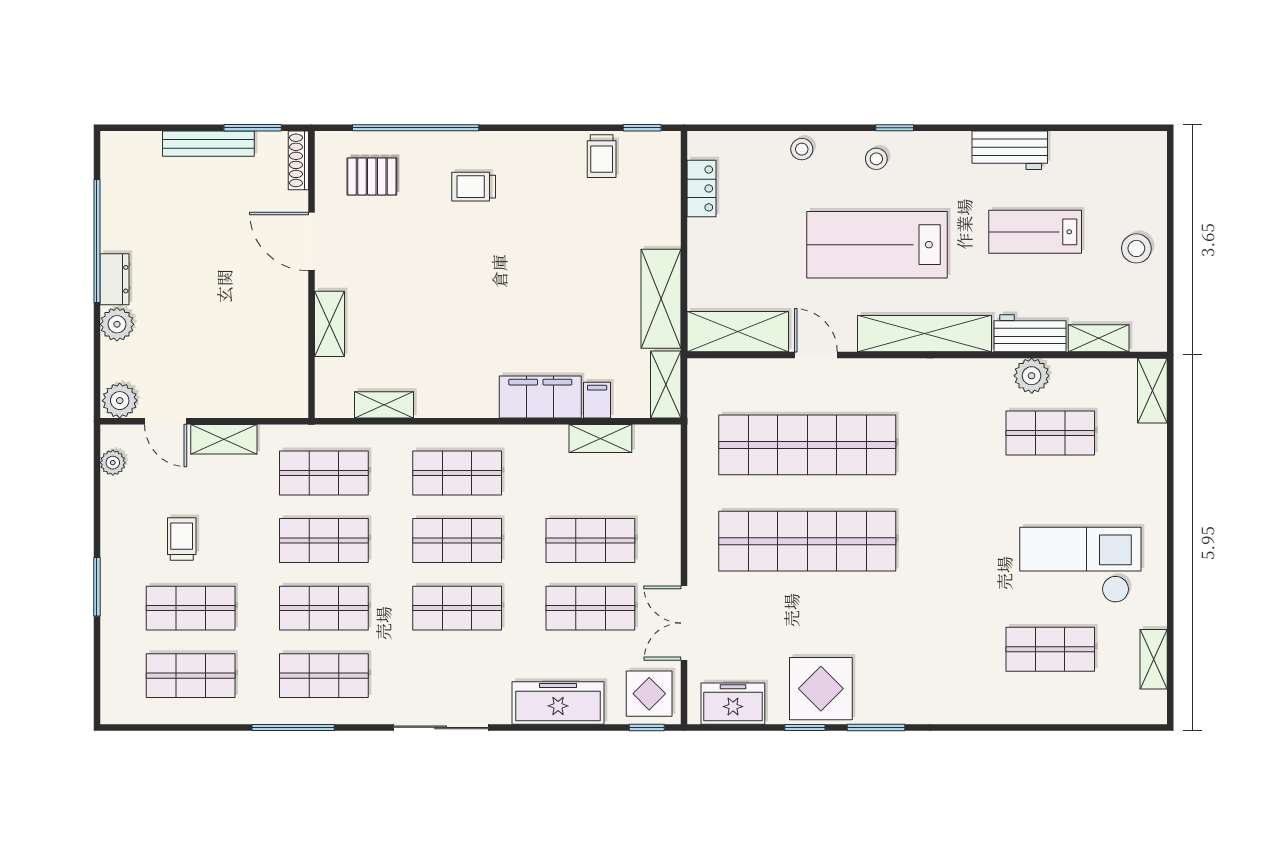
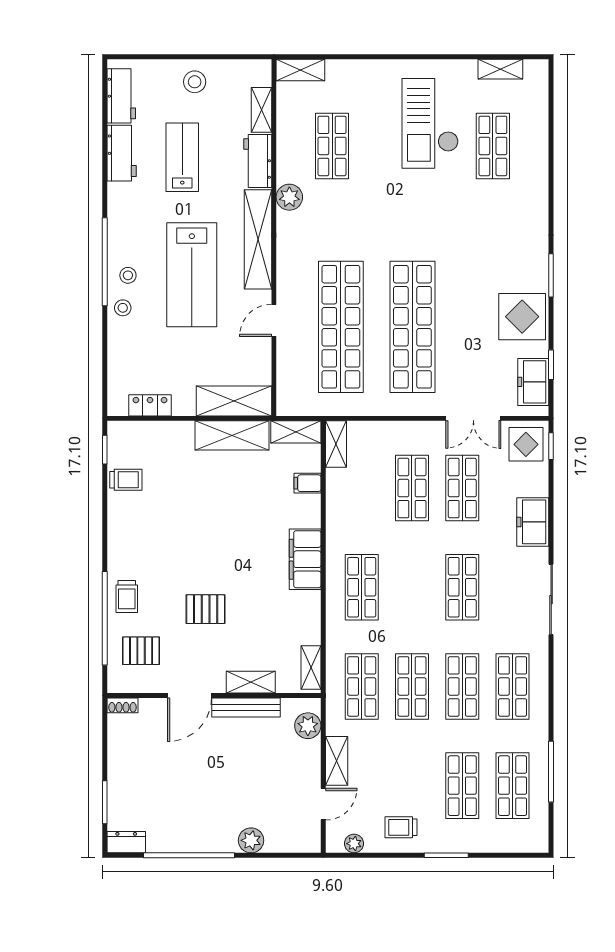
window: (253, 128) -> (105, 802), moved
window: (895, 128) -> (105, 262), width x3.17
bench: (208, 144) -> (246, 707), moved, turned 90
stool: (802, 149) -> (123, 308), moved
workbench: (1010, 150) -> (122, 153), moved
workbench: (1117, 150) -> (121, 96), added
shoe rack: (298, 160) -> (122, 705), width x0.70
pallet: (372, 176) -> (141, 651), turned 90
trolley: (474, 187) -> (127, 597), moved
lab bench: (1035, 232) -> (182, 157), turned 180
pallet: (428, 263) -> (206, 609), added
dresser: (115, 279) -> (126, 842), moved
shelving: (738, 332) -> (234, 401), moved, turned 90
plant: (1032, 376) -> (289, 197), moved
filing cabinet: (540, 397) -> (305, 559), moved
plant: (120, 401) -> (308, 726), moved
shelving: (384, 405) -> (311, 667), moved
shelving: (600, 438) -> (336, 444), moved
trolley: (182, 539) -> (401, 827), moved
shop shelf: (457, 541) -> (412, 587), removed
freezer: (558, 703) -> (533, 522), width x0.71
window: (293, 727) -> (551, 772), moved
window: (805, 727) -> (551, 365), moved

